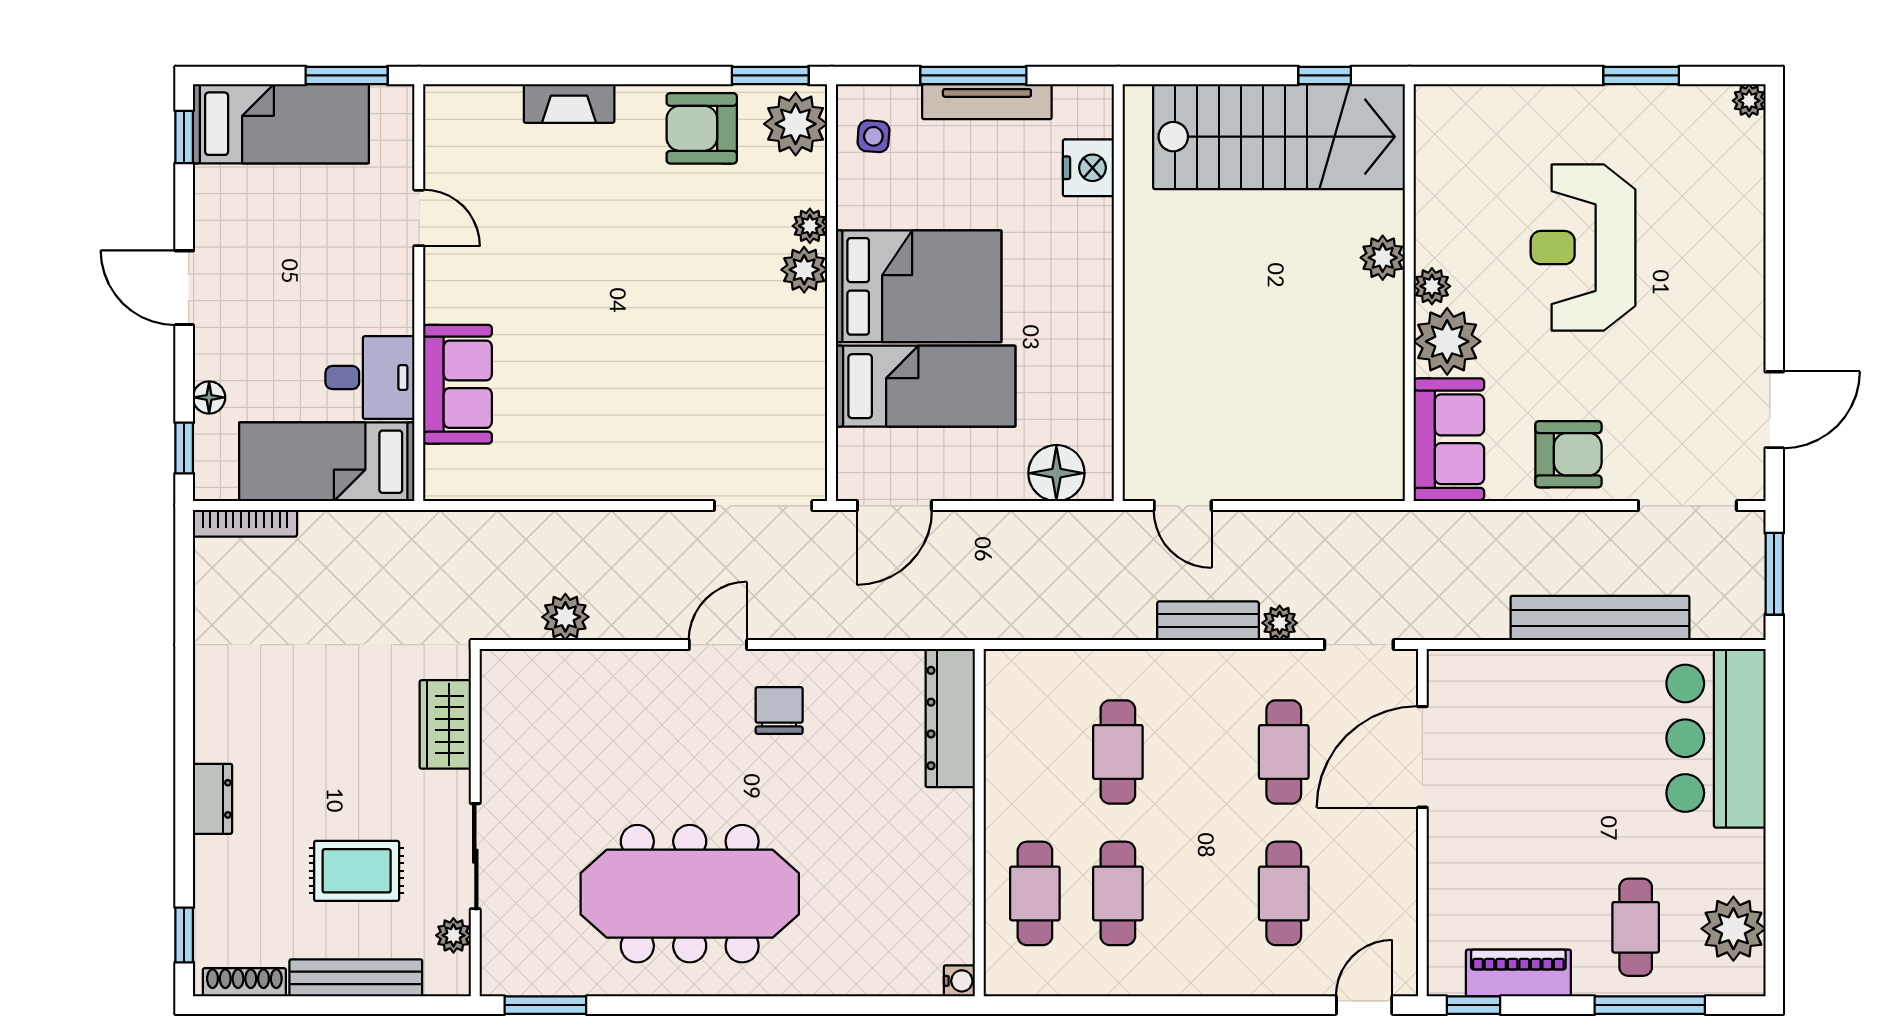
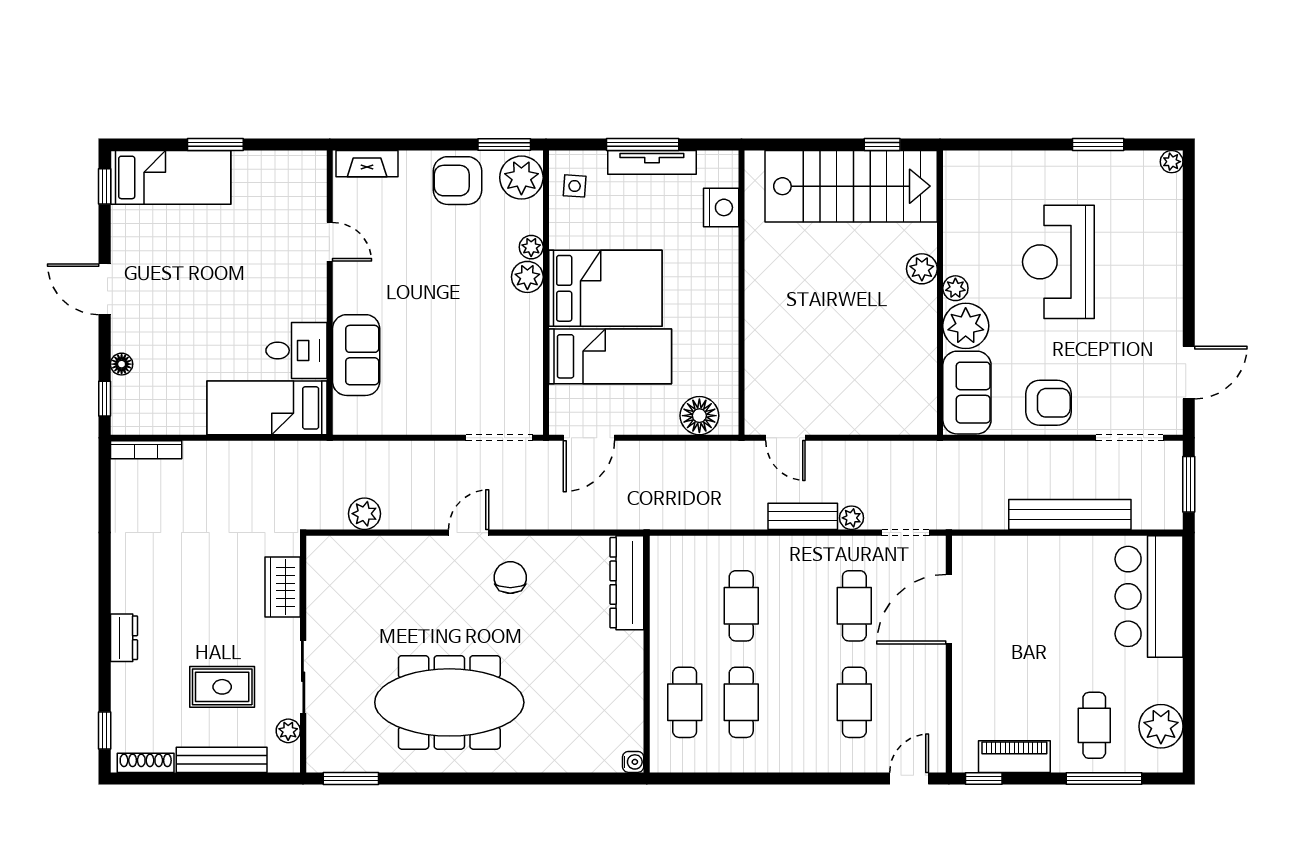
door: (419, 218) -> (330, 242), moved
wall: (419, 293) -> (330, 293), moved
desk: (370, 378) -> (296, 350), moved
sofa: (457, 384) -> (356, 355), moved
bed: (327, 462) -> (267, 408), moved

